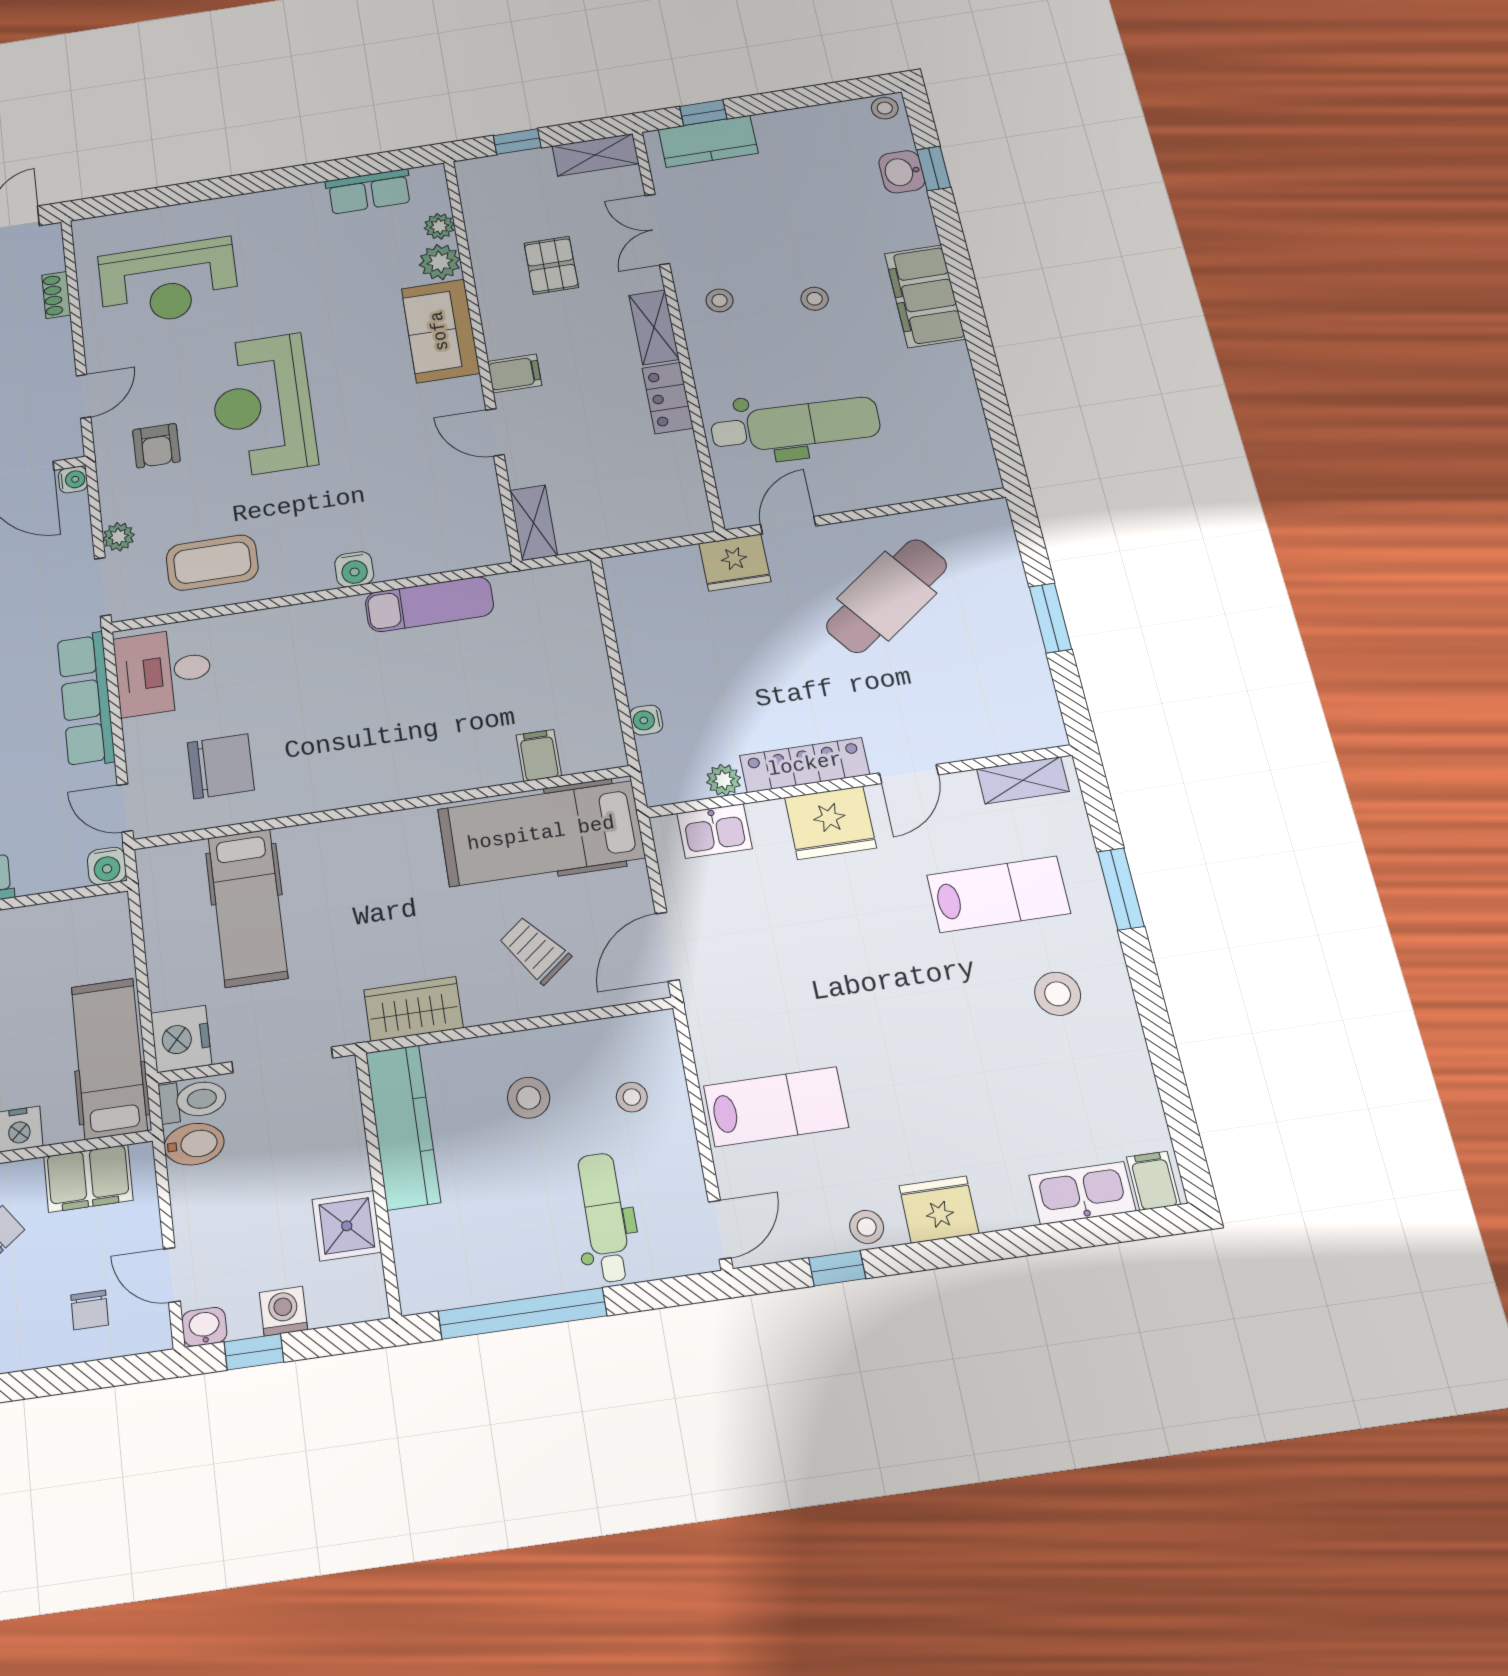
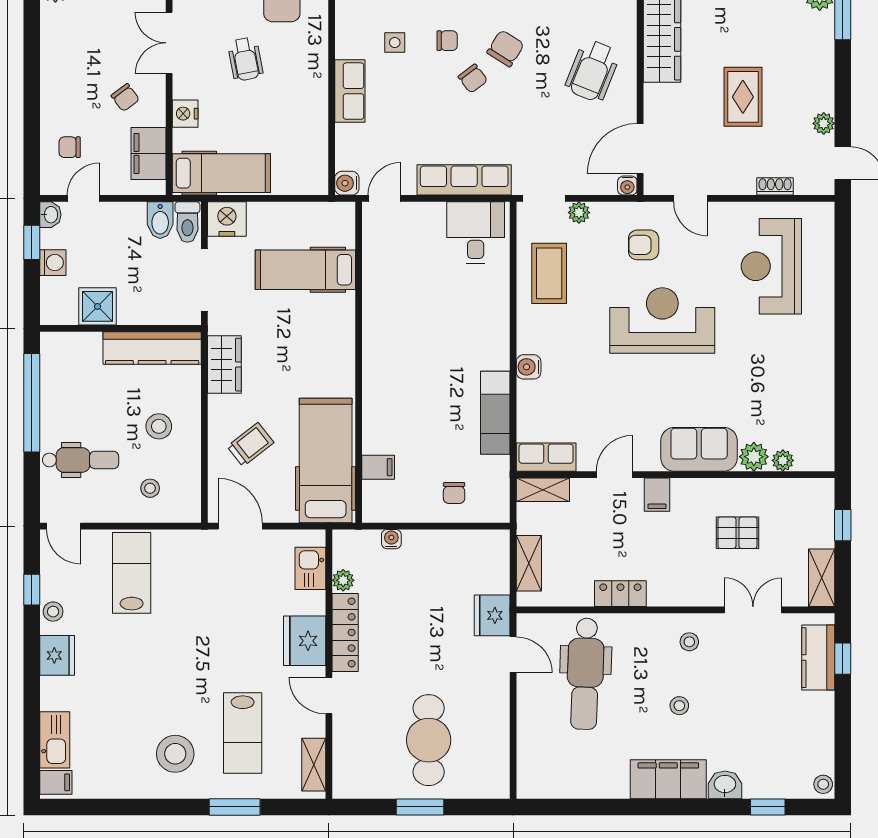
washbasin: (902, 172) -> (725, 785), moved
row of seats: (369, 191) -> (546, 457), moved, turned 90
shelving: (654, 327) -> (529, 563), moved, turned 90
cafe table: (887, 596) -> (429, 740), moved, turned 37
chair: (221, 766) -> (454, 493), moved, width x0.54, depth x0.54
stool: (1058, 994) -> (175, 754), width x1.38, depth x1.38
lab bench: (776, 1107) -> (132, 573), turned 180

